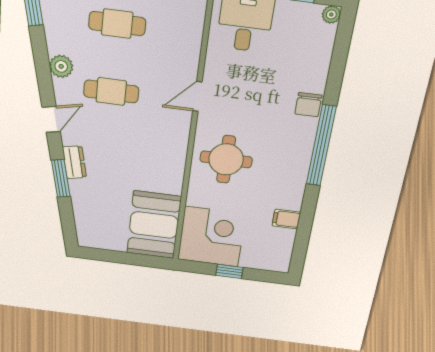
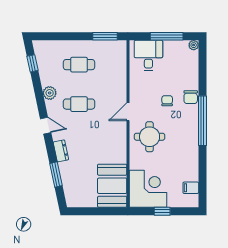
door: (197, 96) -> (128, 112), moved
chair: (266, 105) -> (167, 101), added
door: (51, 119) -> (46, 126), hinge flipped
window: (61, 178) -> (56, 174), moved
filing cabinet: (286, 219) -> (191, 188), moved

